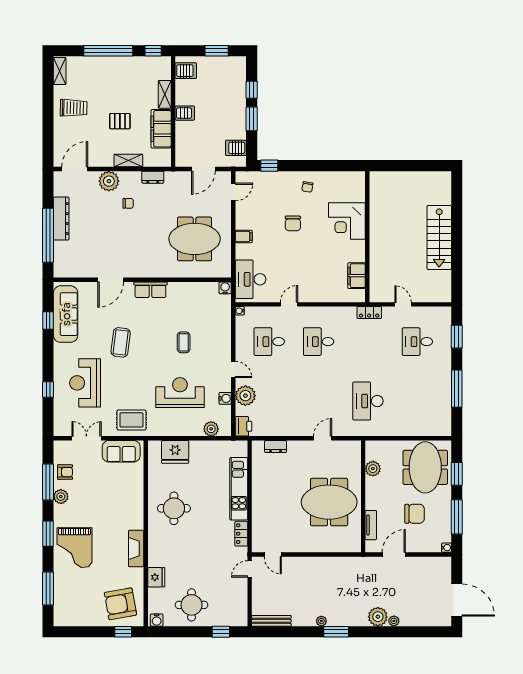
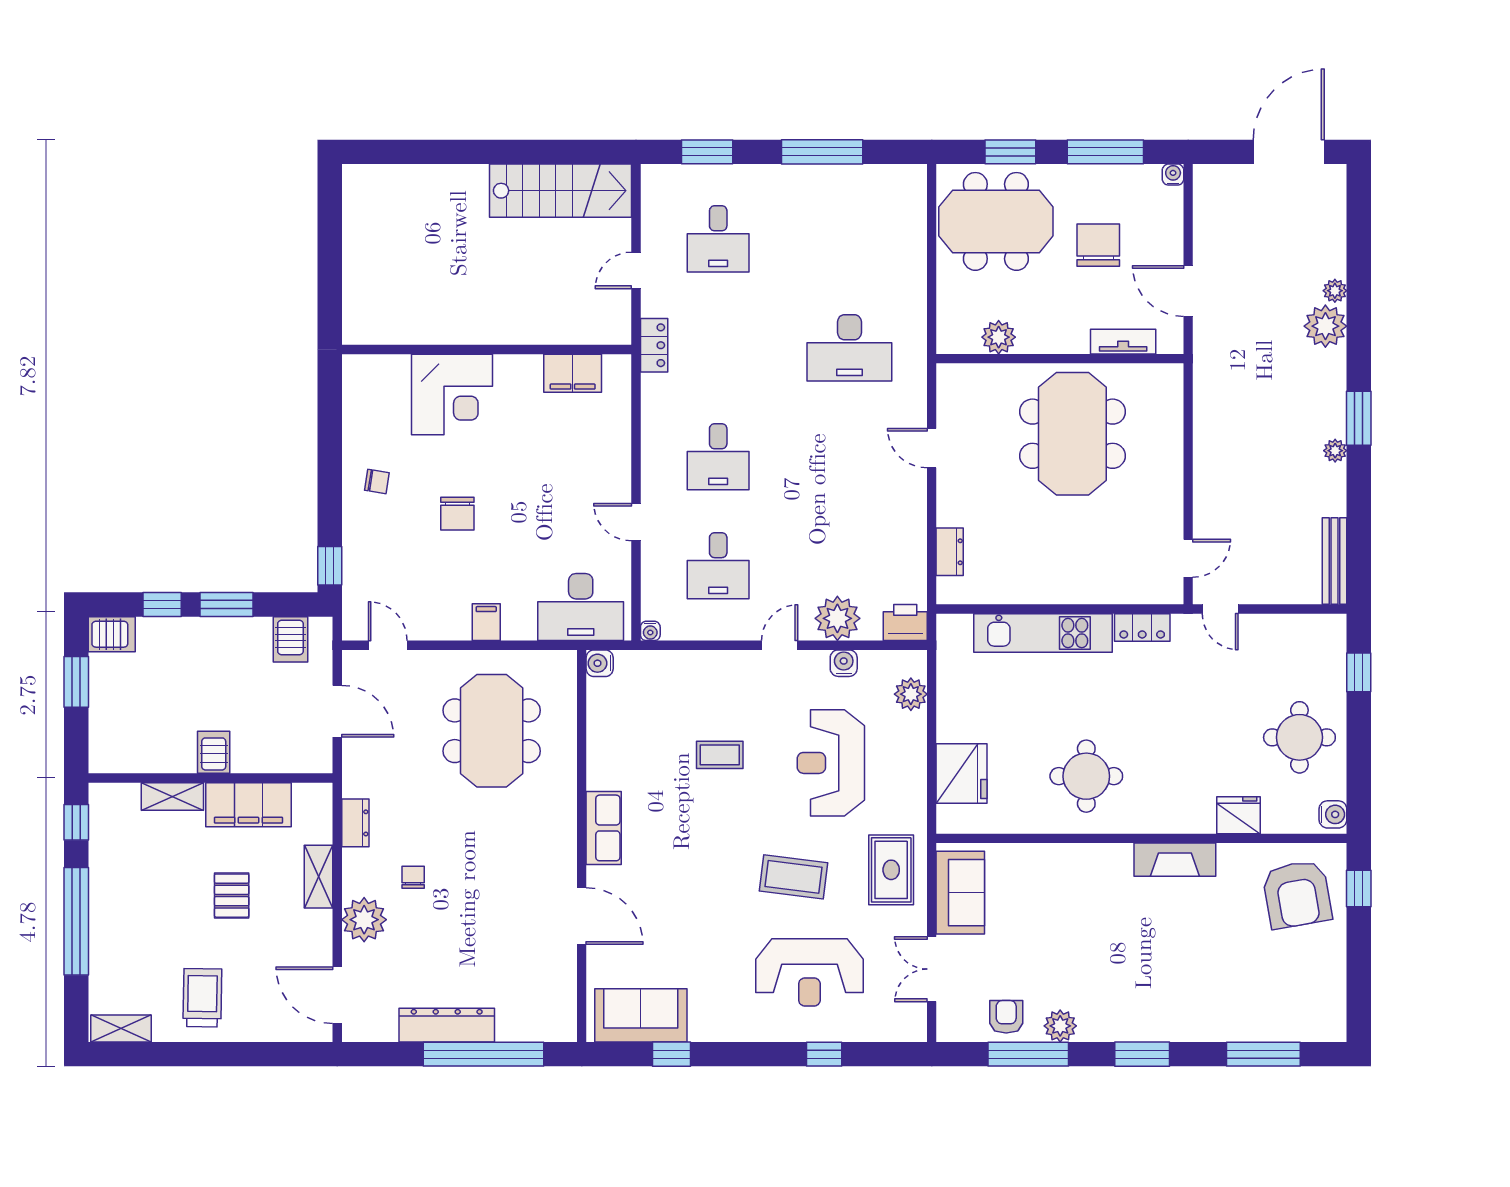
server rack: (186, 71) -> (112, 634), moved, turned 90
chair: (293, 223) -> (457, 514), turned 90
stairs: (439, 237) -> (561, 191), moved
sofa: (66, 314) -> (641, 1015), width x0.73
coffee table: (121, 342) -> (794, 877), moved
grand piano: (75, 548) -> (1173, 996), removed

